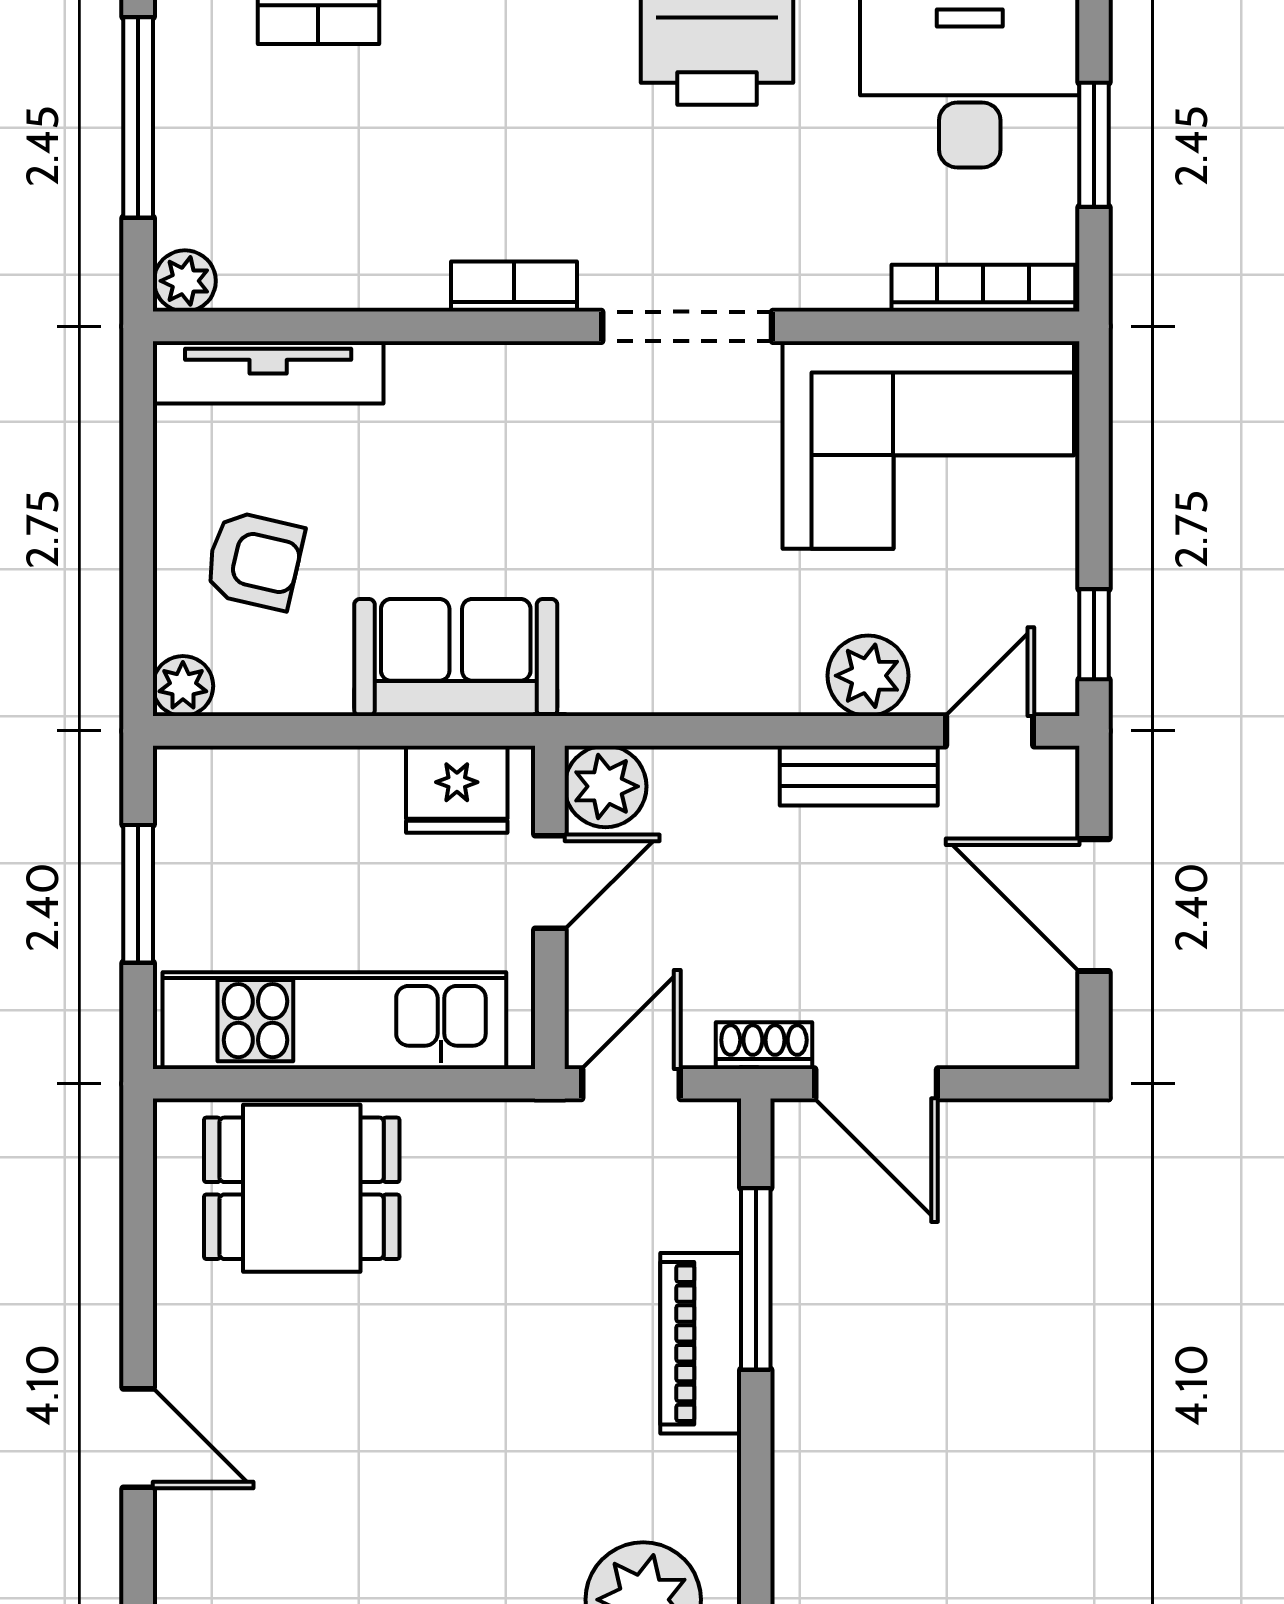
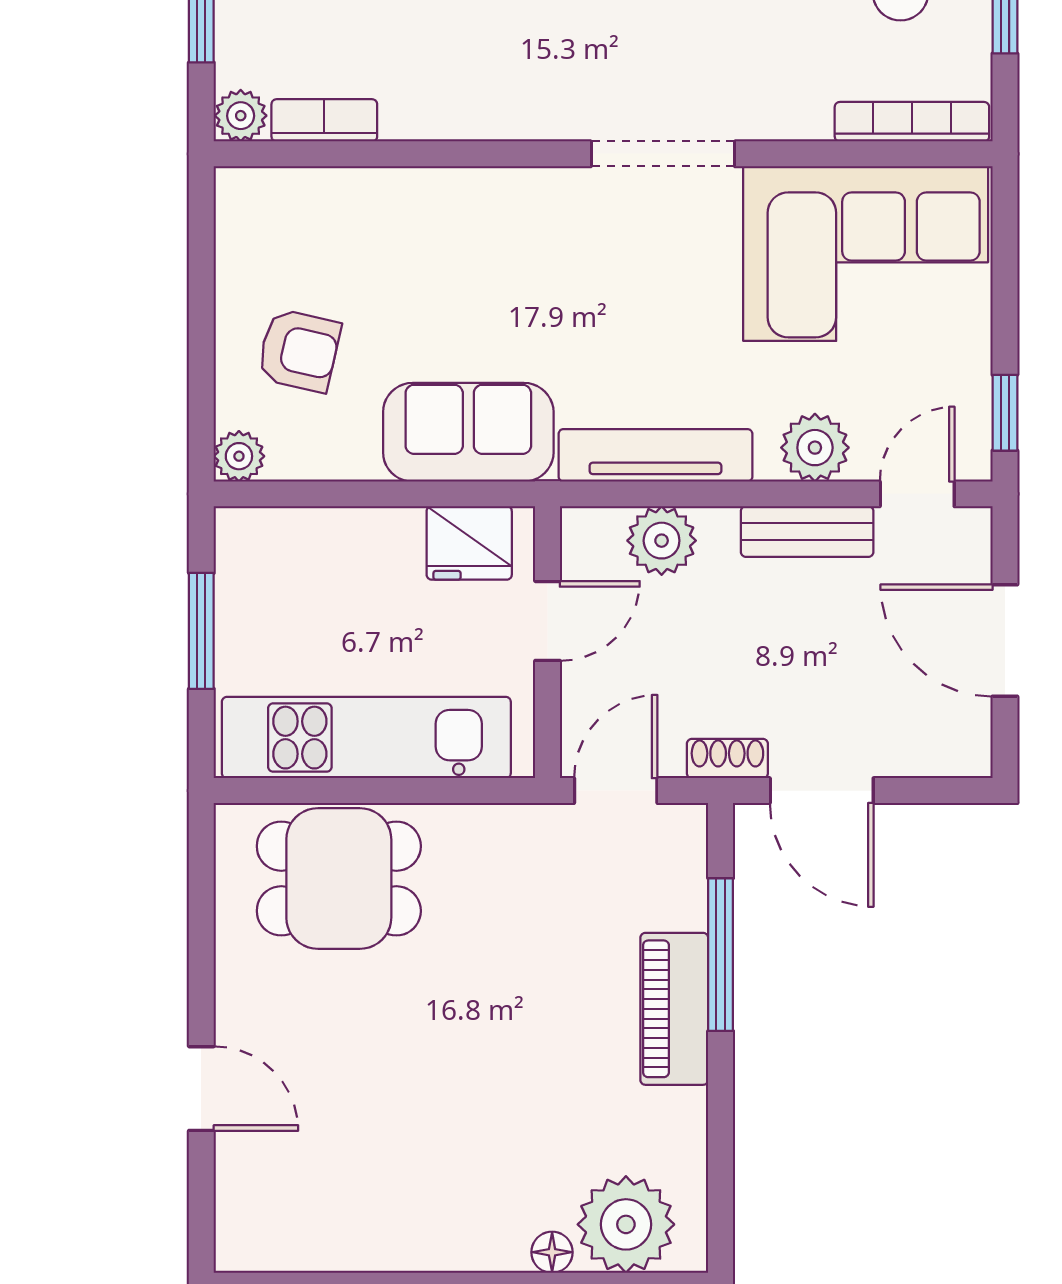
bookcase: (514, 287) -> (324, 120), moved
tv unit: (268, 372) -> (655, 455), moved, turned 180
plant: (606, 786) -> (662, 541), moved

